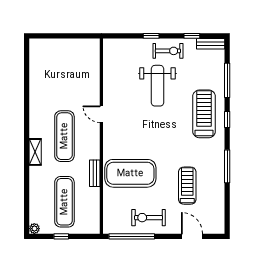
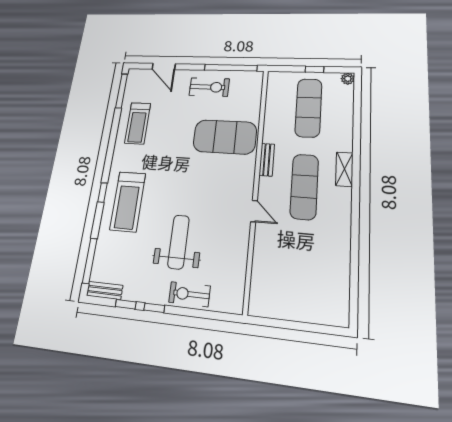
window: (151, 36) -> (154, 308), moved
exercise bike: (168, 51) -> (189, 294), moved
window: (227, 80) -> (90, 261), moved
window: (227, 166) -> (122, 91), moved
bench: (95, 173) -> (267, 160), moved
treadmill: (187, 186) -> (138, 123), moved

